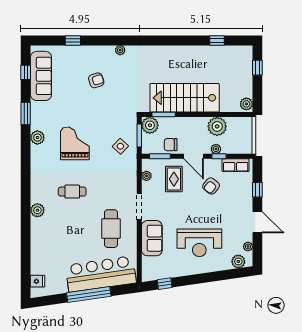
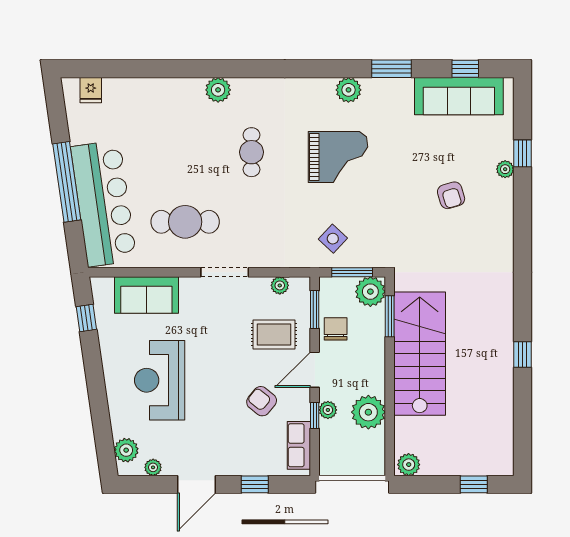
window: (217, 40) -> (522, 354), moved
plant: (120, 50) -> (505, 169), moved
sofa: (152, 238) -> (146, 295), moved

